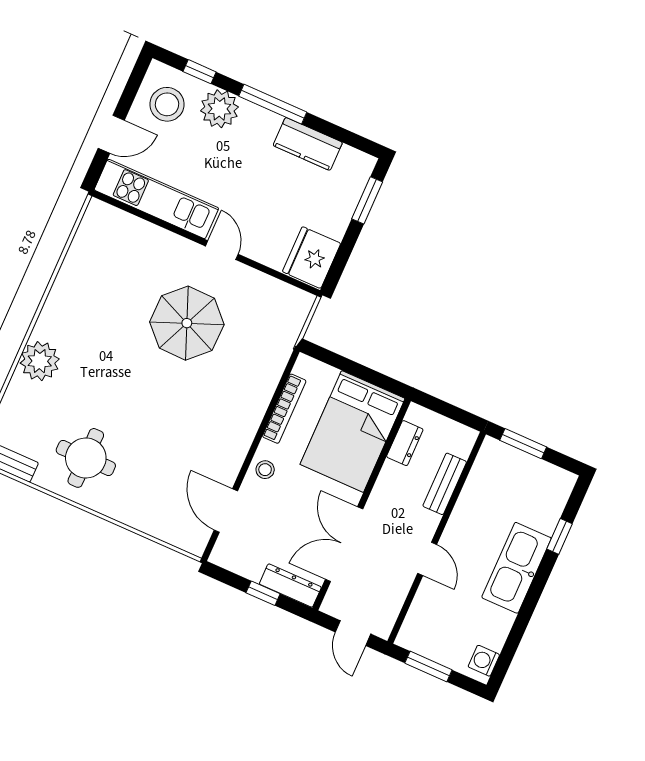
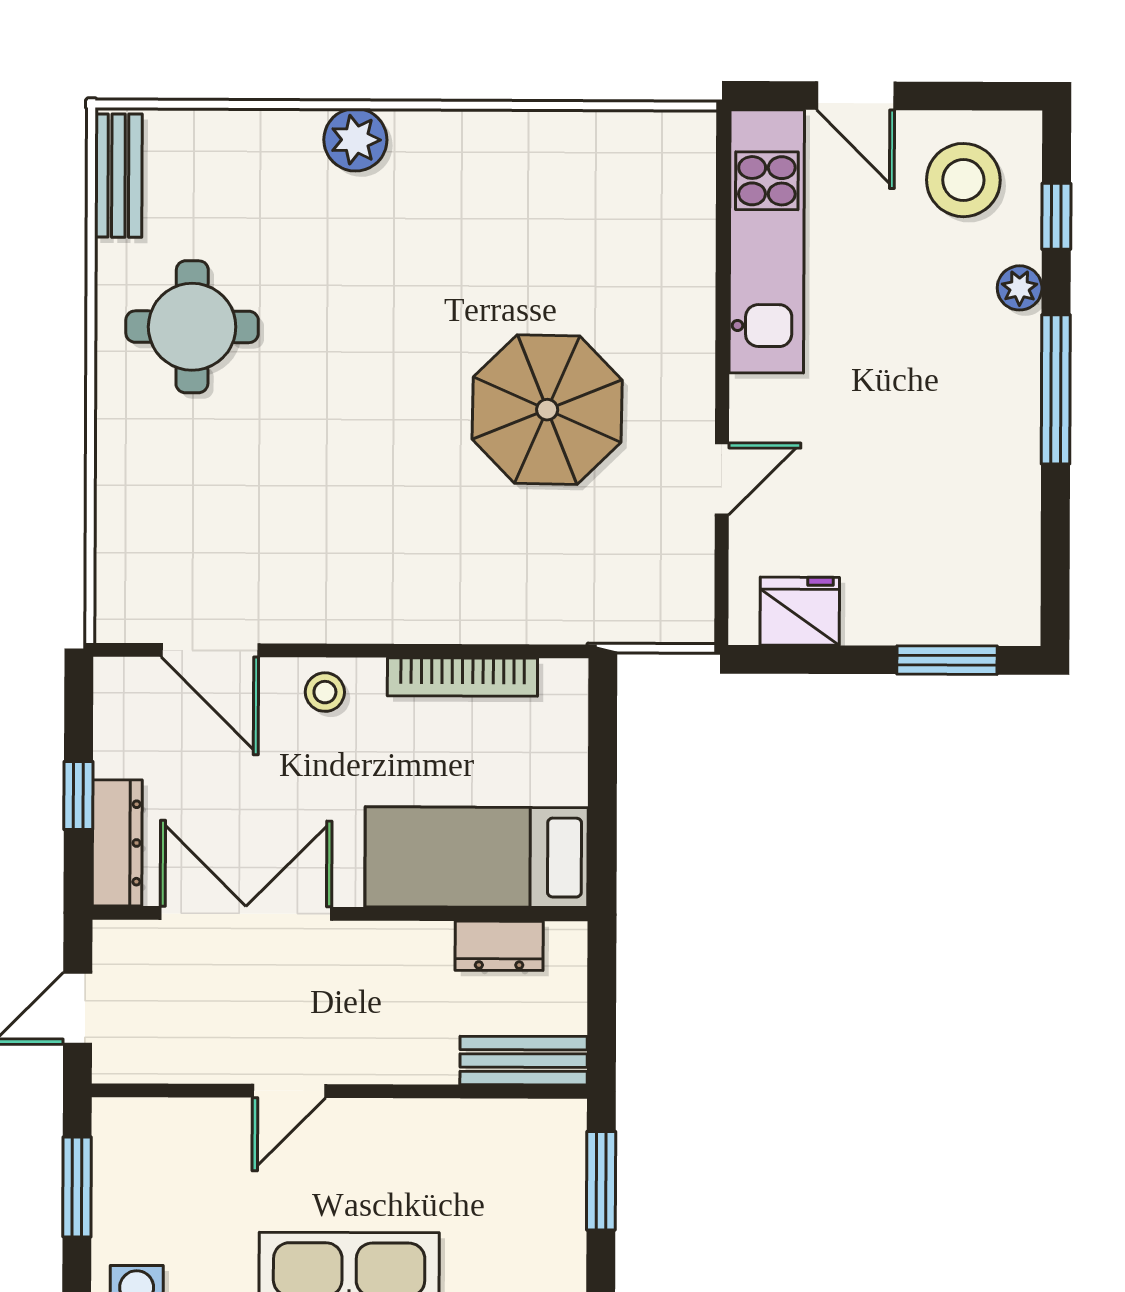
plant: (219, 109) -> (1020, 288), width x0.53, depth x0.53
kitchen counter: (308, 144) -> (1007, 493), removed
door: (222, 250) -> (722, 479), moved
fridge: (312, 258) -> (800, 611), width x0.73, depth x0.75
plant: (40, 361) -> (355, 140), width x0.73, depth x0.73
bed: (353, 431) -> (477, 857), width x0.67
bench: (445, 484) -> (524, 1061), moved
door: (226, 510) -> (210, 650), swing flipped

